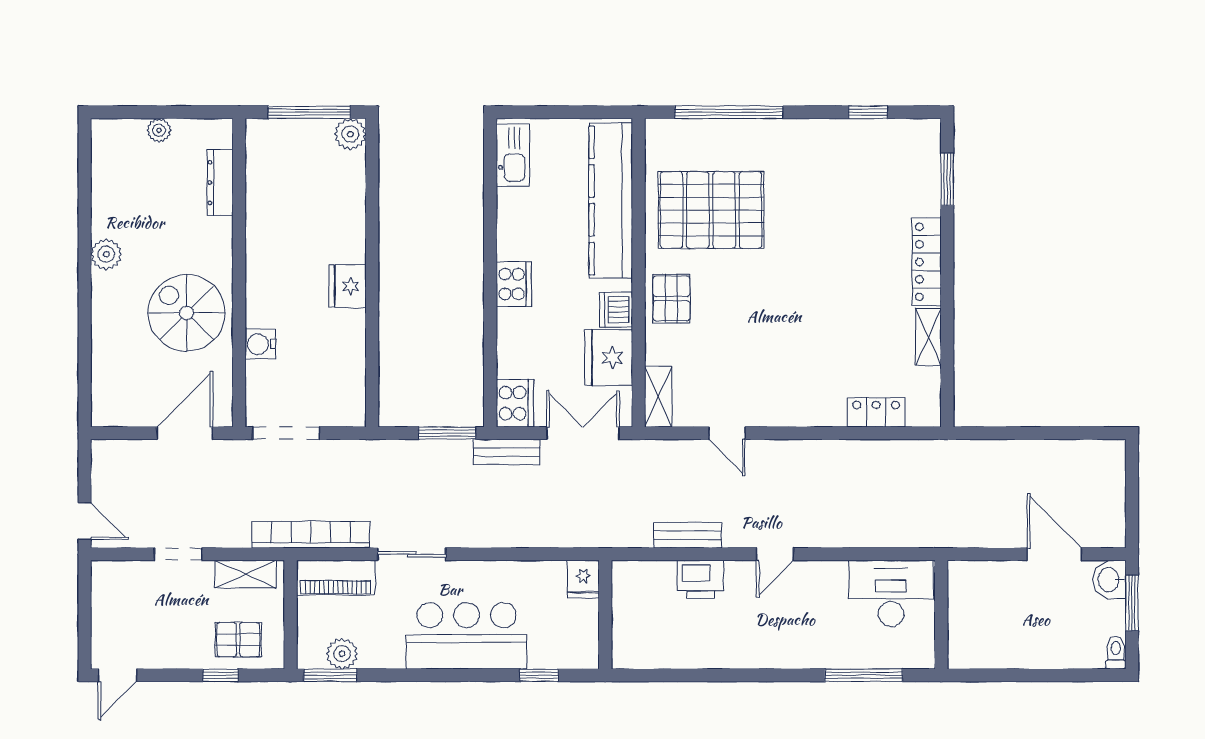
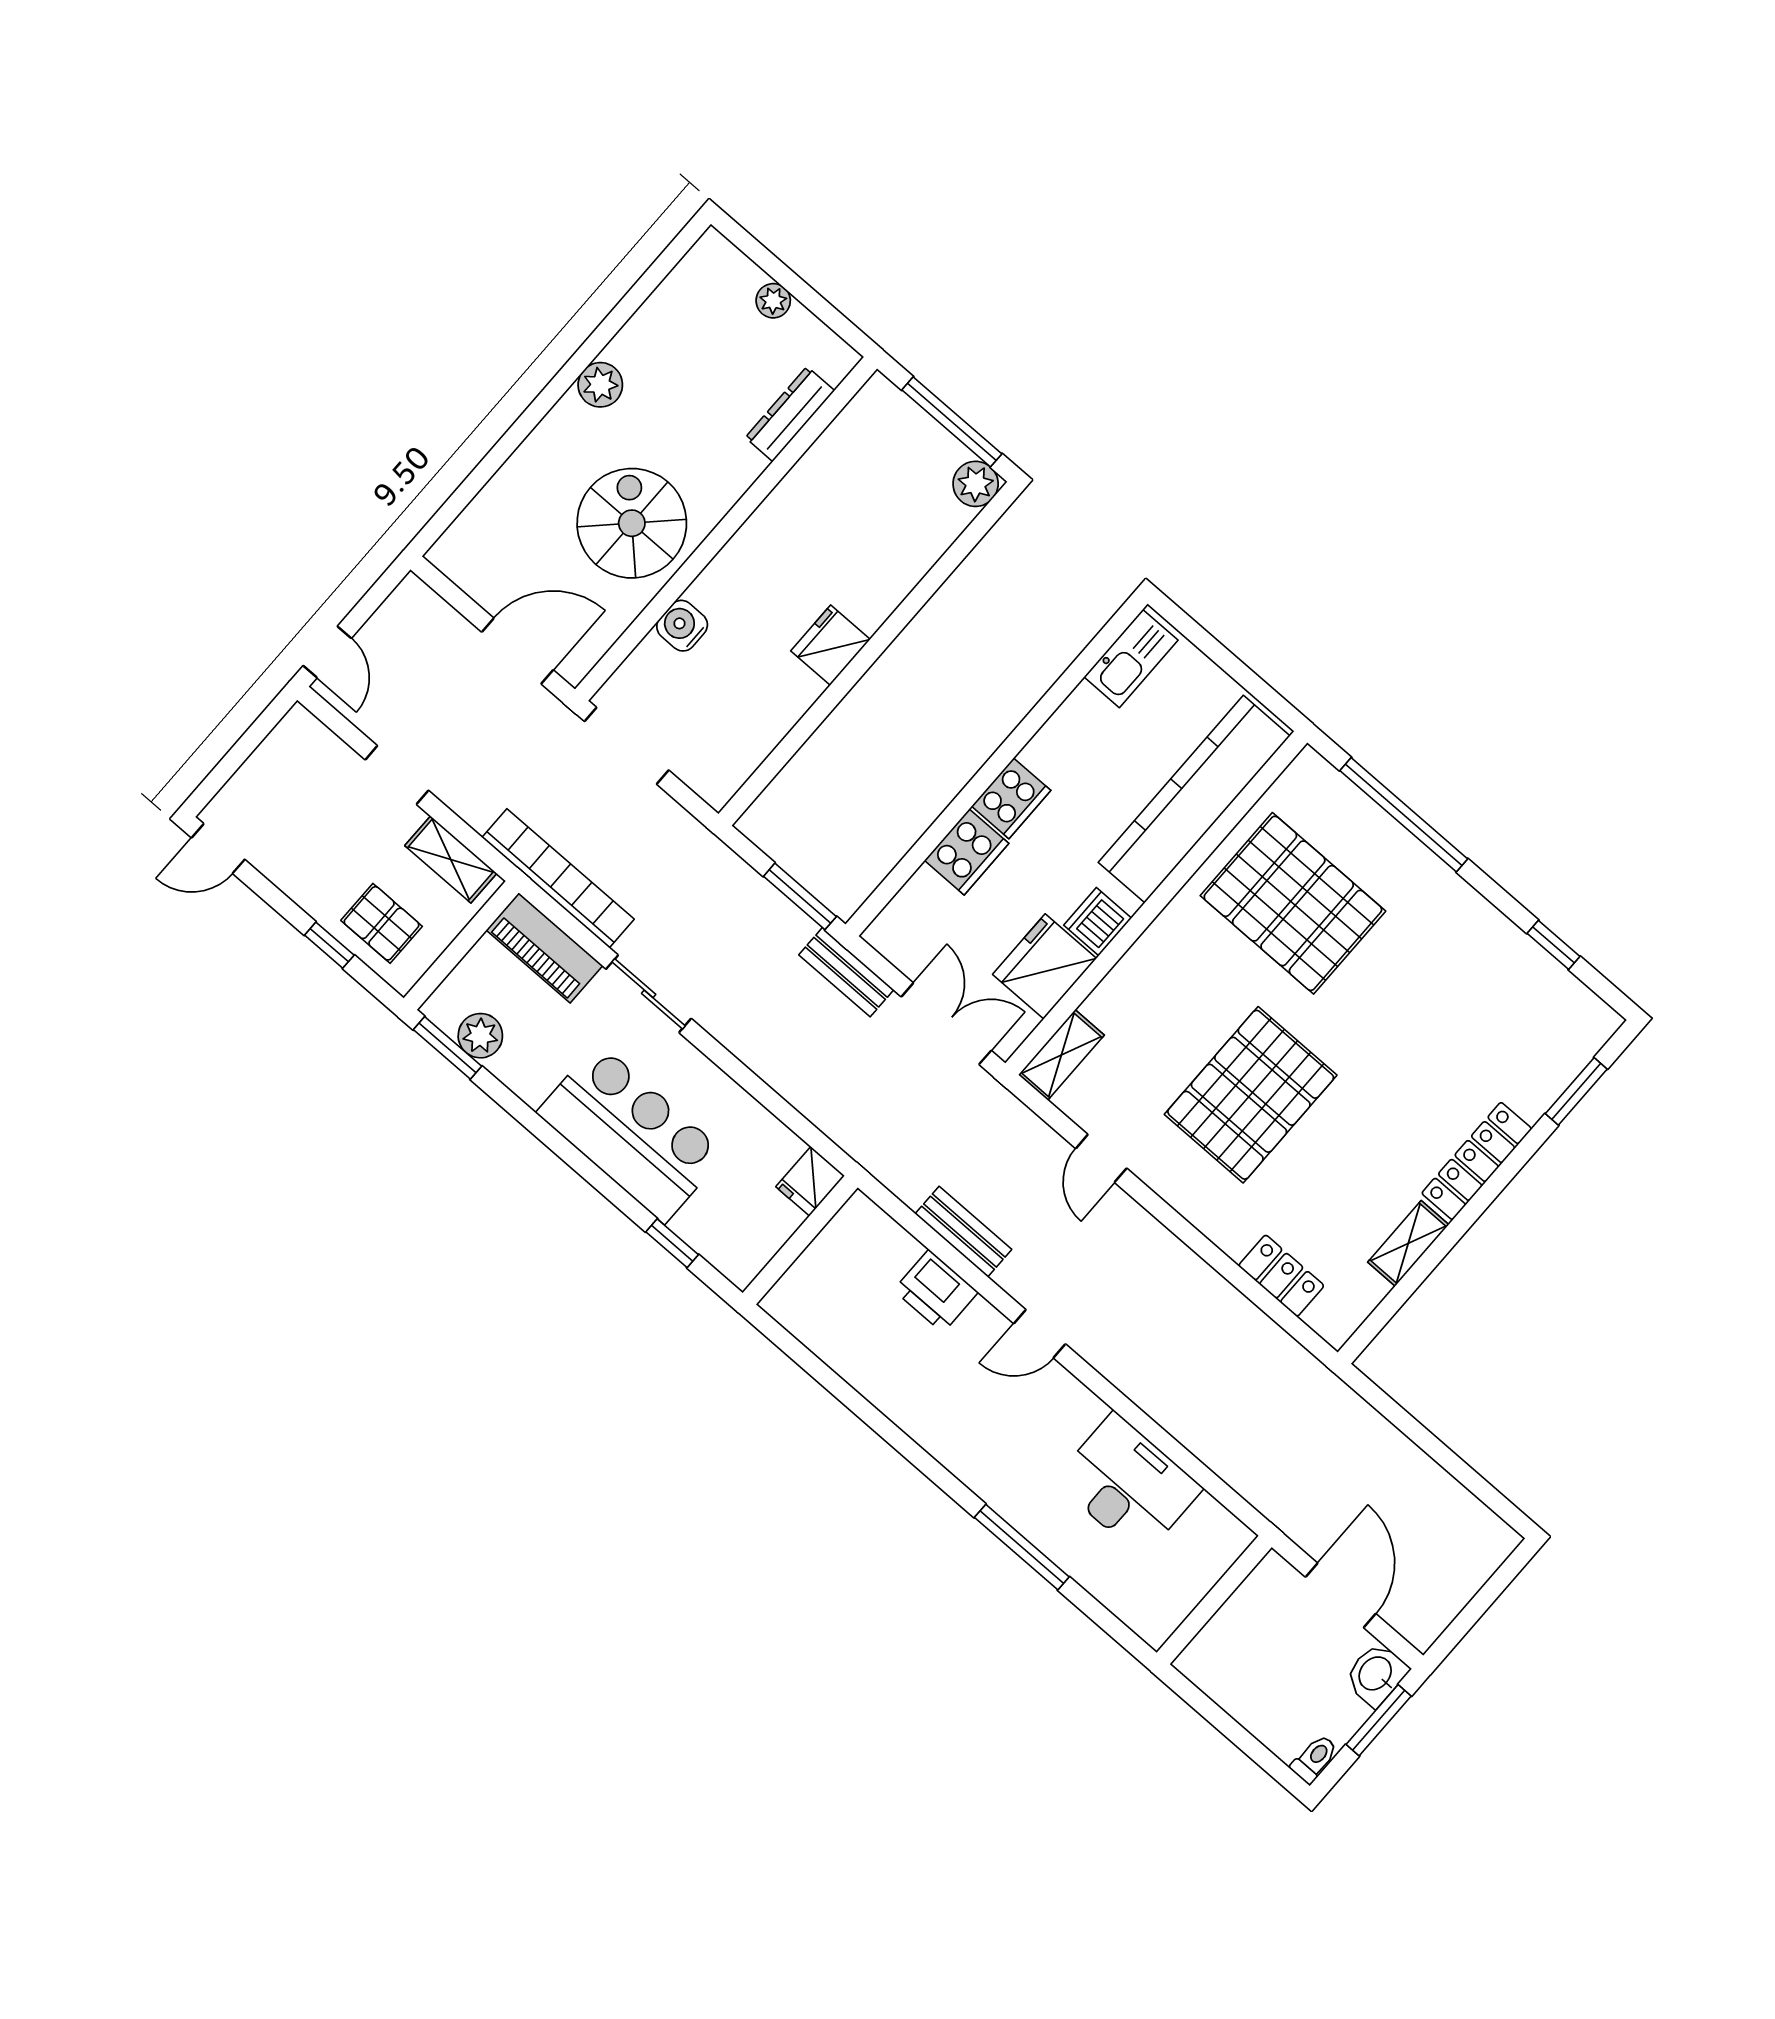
pallet: (671, 299) -> (1251, 1095), moved, width x2.05, depth x2.00
cooker: (515, 403) -> (967, 852), moved
wall: (941, 615) -> (1214, 1600), moved

